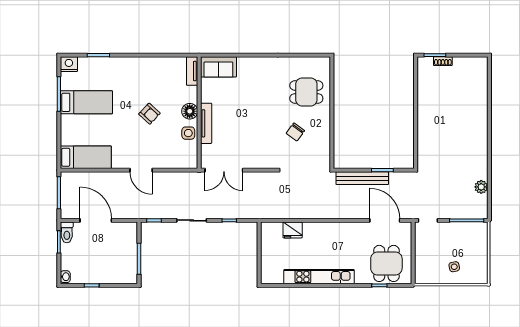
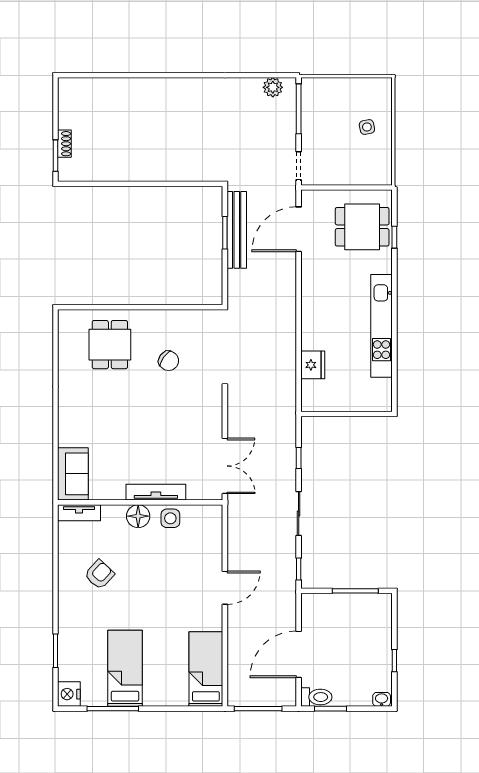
armchair: (149, 114) -> (99, 575), moved
bench: (362, 178) -> (237, 230), moved
plant: (481, 187) -> (273, 87), moved

